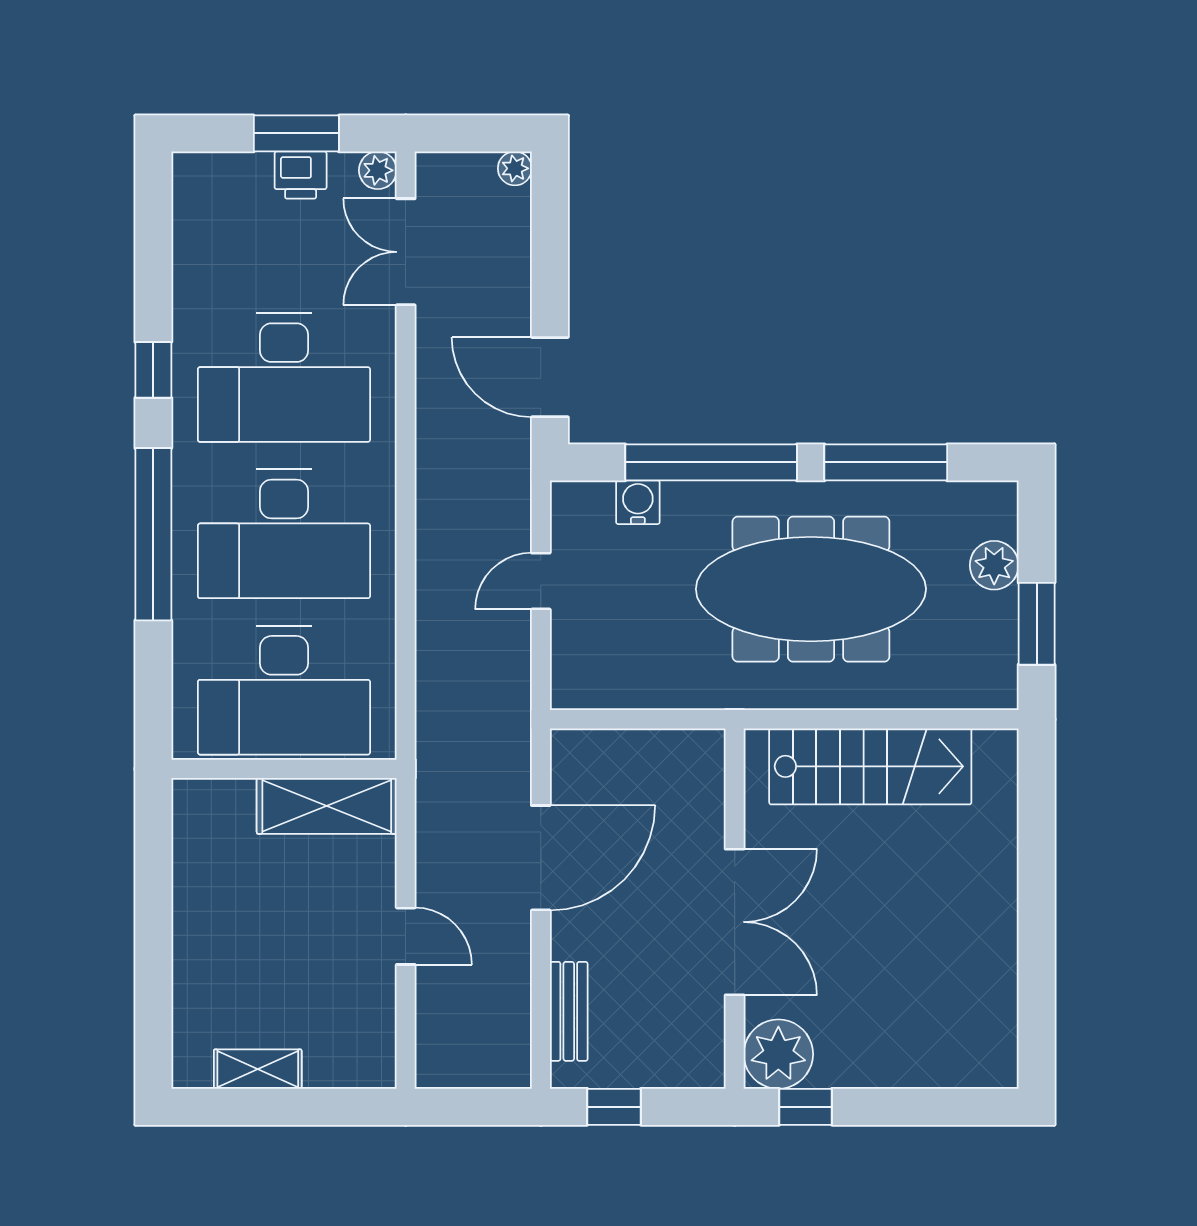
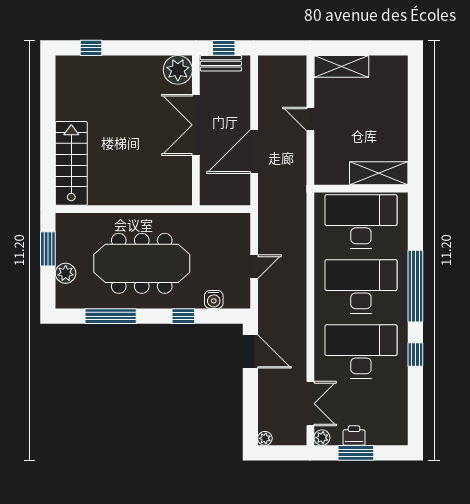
window: (711, 462) -> (183, 316), width x0.32
stairs: (870, 766) -> (71, 163), moved, turned 90
shelving: (327, 806) -> (379, 173), moved
wall: (735, 909) -> (196, 130), moved
double door: (735, 922) -> (196, 125), moved
bench: (569, 1011) -> (221, 63), moved, turned 90
plant: (778, 1054) -> (178, 70), moved
shelving: (258, 1069) -> (341, 66), moved, width x1.50, depth x1.33
window: (805, 1107) -> (91, 48), moved

